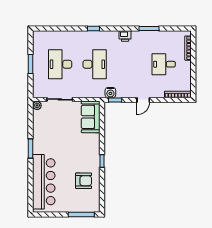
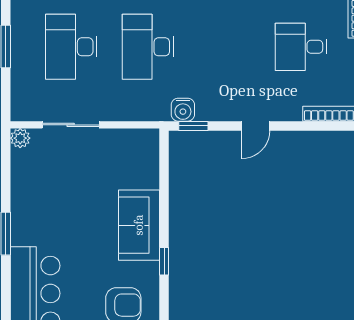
desk: (95, 64) -> (148, 47), turned 180
sofa: (91, 117) -> (139, 225), moved

